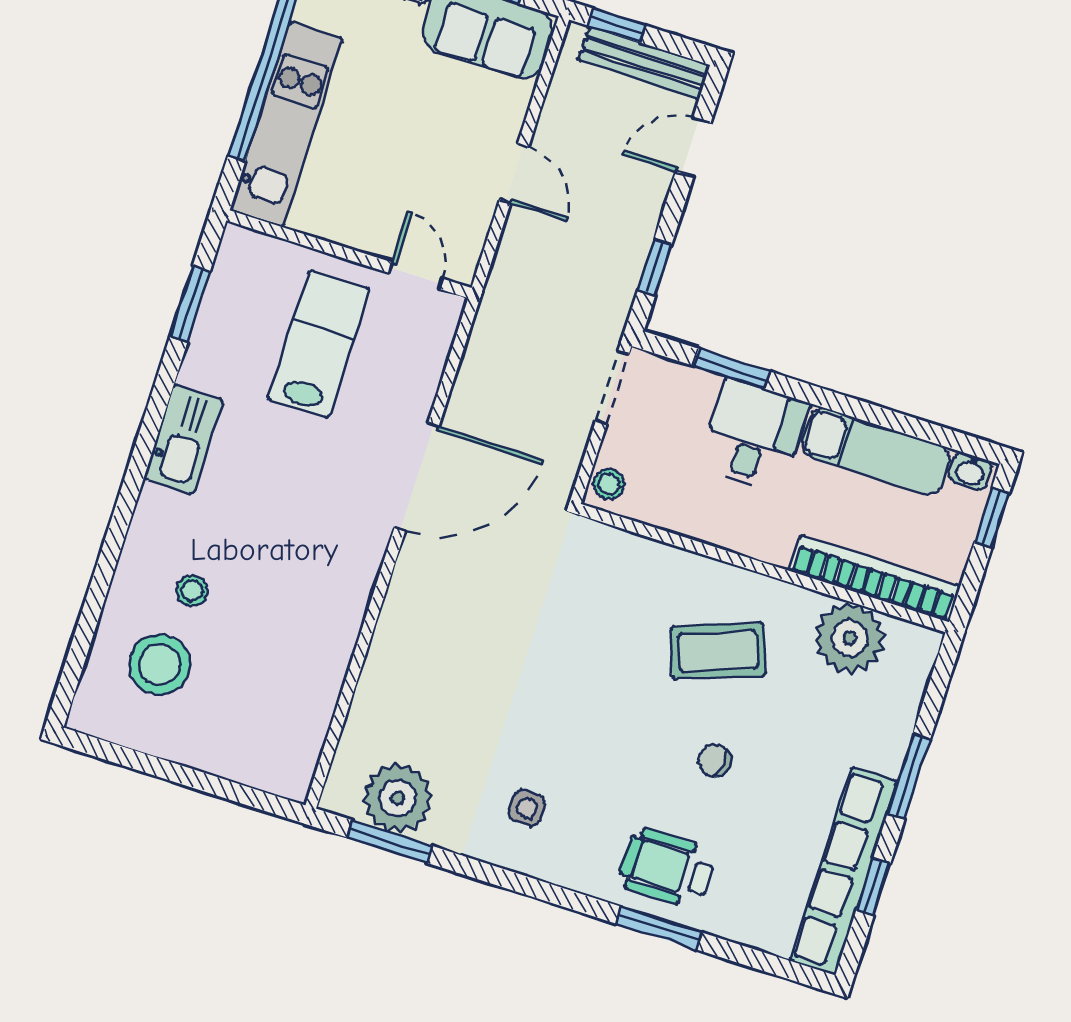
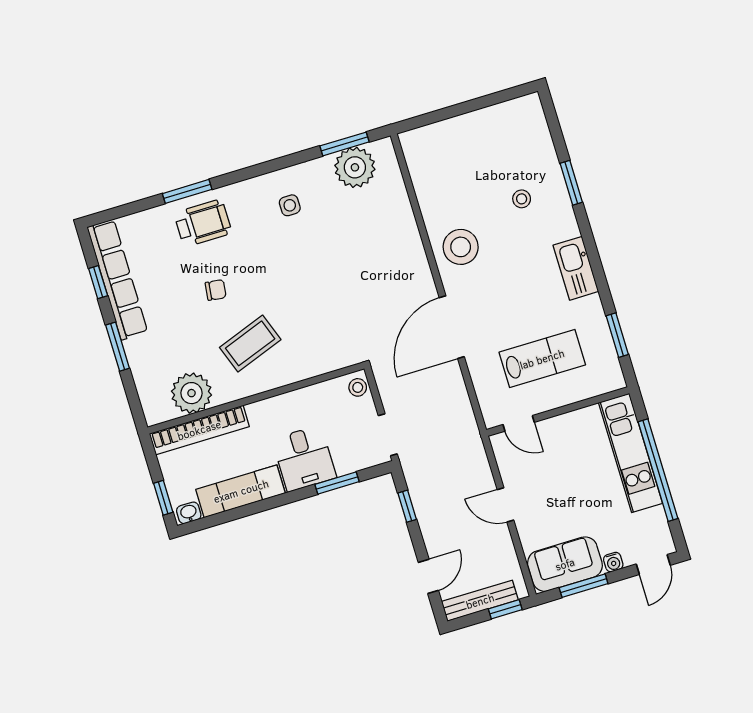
lab bench: (319, 344) -> (542, 359), turned -90
window: (106, 565) -> (571, 183), added
stool: (160, 664) -> (461, 247), moved

